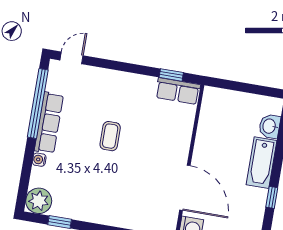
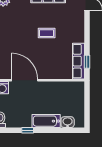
row of seats: (178, 91) -> (79, 61), width x1.48
door: (185, 188) -> (25, 80), swing flipped

